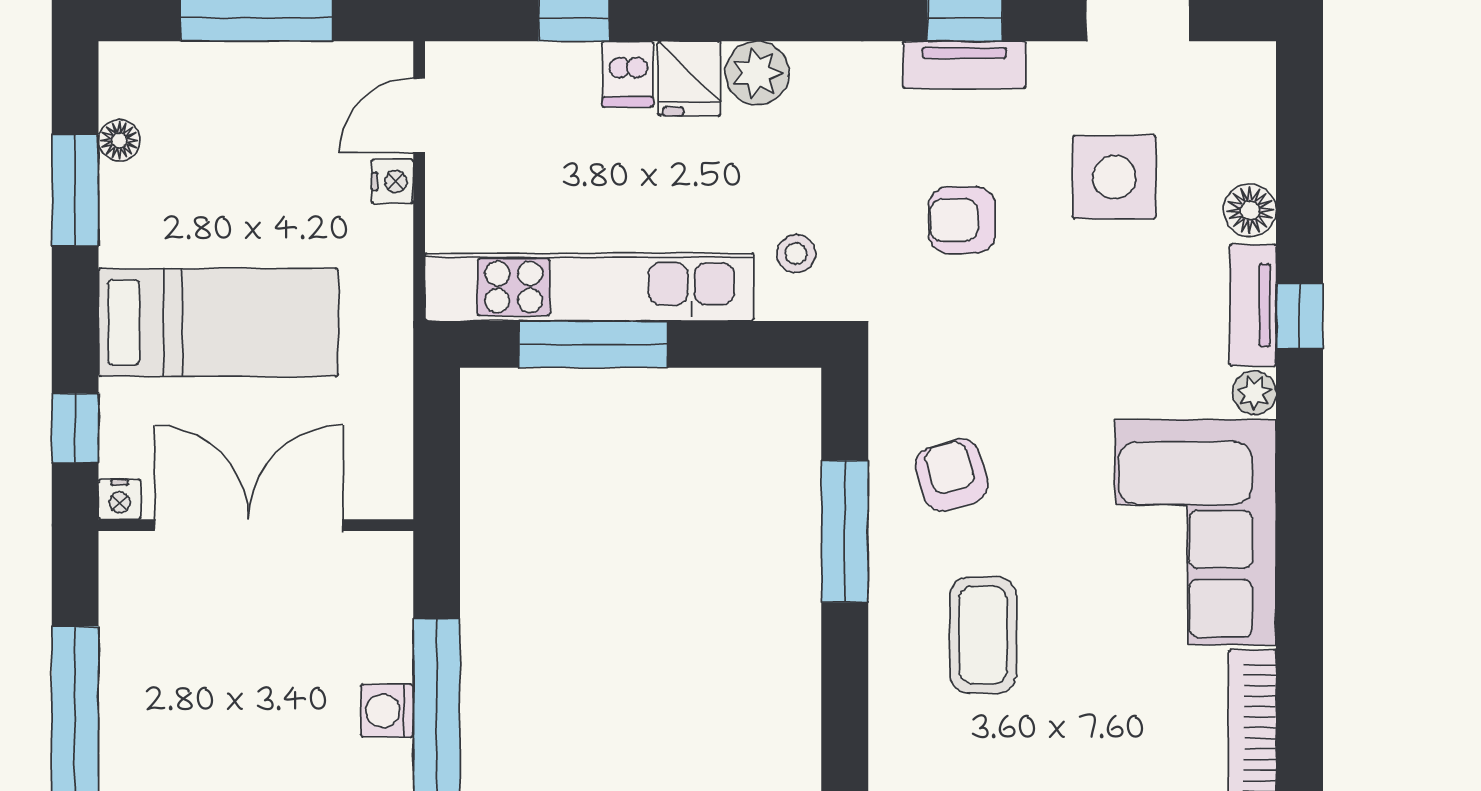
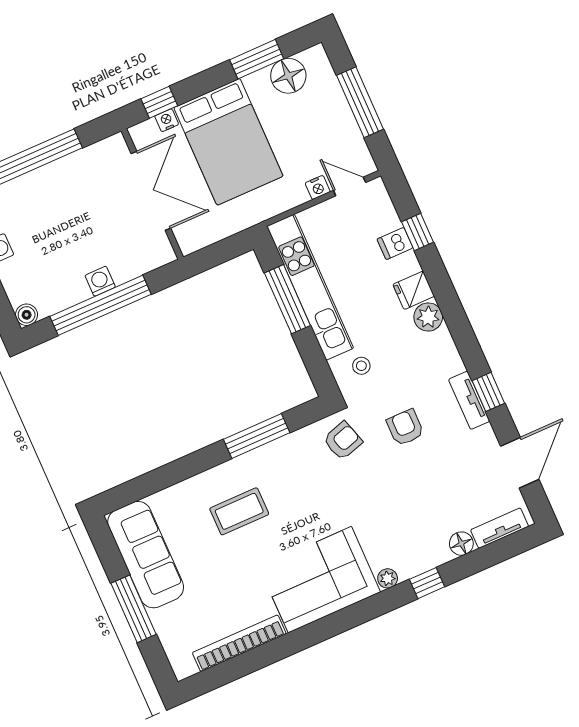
dishwasher: (628, 74) -> (395, 243), moved
floor lamp: (119, 140) -> (288, 76), width x1.89, depth x1.89
side table: (1114, 177) -> (450, 482), removed
tv unit: (1253, 305) -> (500, 528), moved
bed: (218, 322) -> (228, 142), width x1.50
armchair: (952, 475) -> (343, 441), moved
nightstand: (120, 499) -> (167, 120), moved, turned 90

